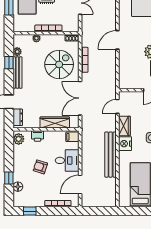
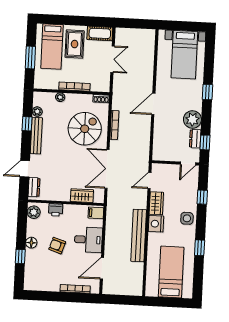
wardrobe: (55, 123) -> (82, 196), width x0.67
floor lamp: (18, 187) -> (31, 243), moved
window: (30, 211) -> (42, 296), removed

